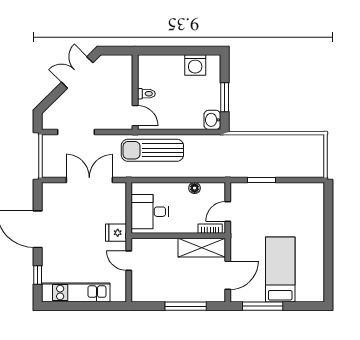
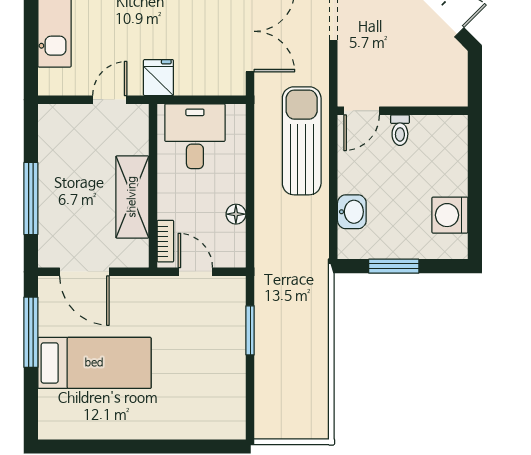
washbasin: (212, 120) -> (352, 212), moved, turned 90
shelving: (202, 248) -> (132, 197), moved

